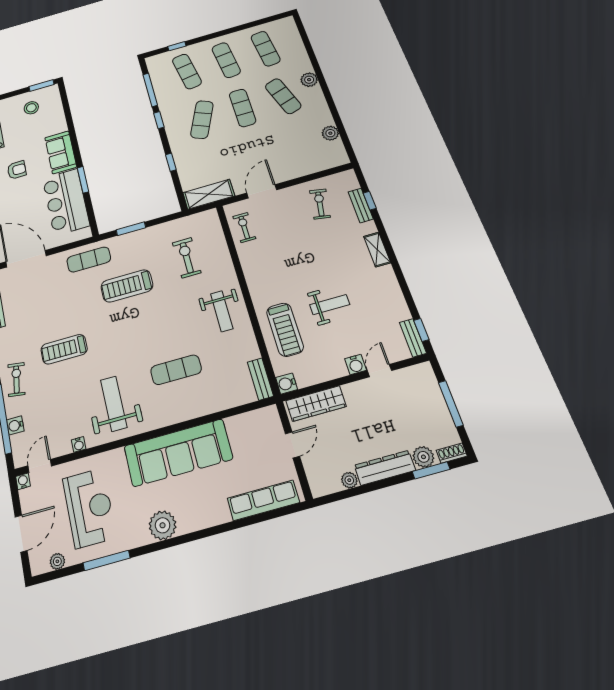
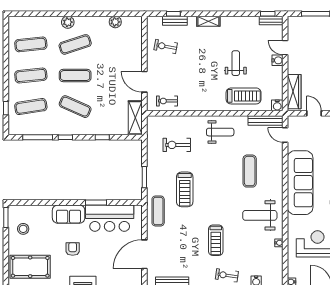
bench: (260, 379) -> (265, 120), width x1.36
door: (40, 466) -> (285, 135), moved

